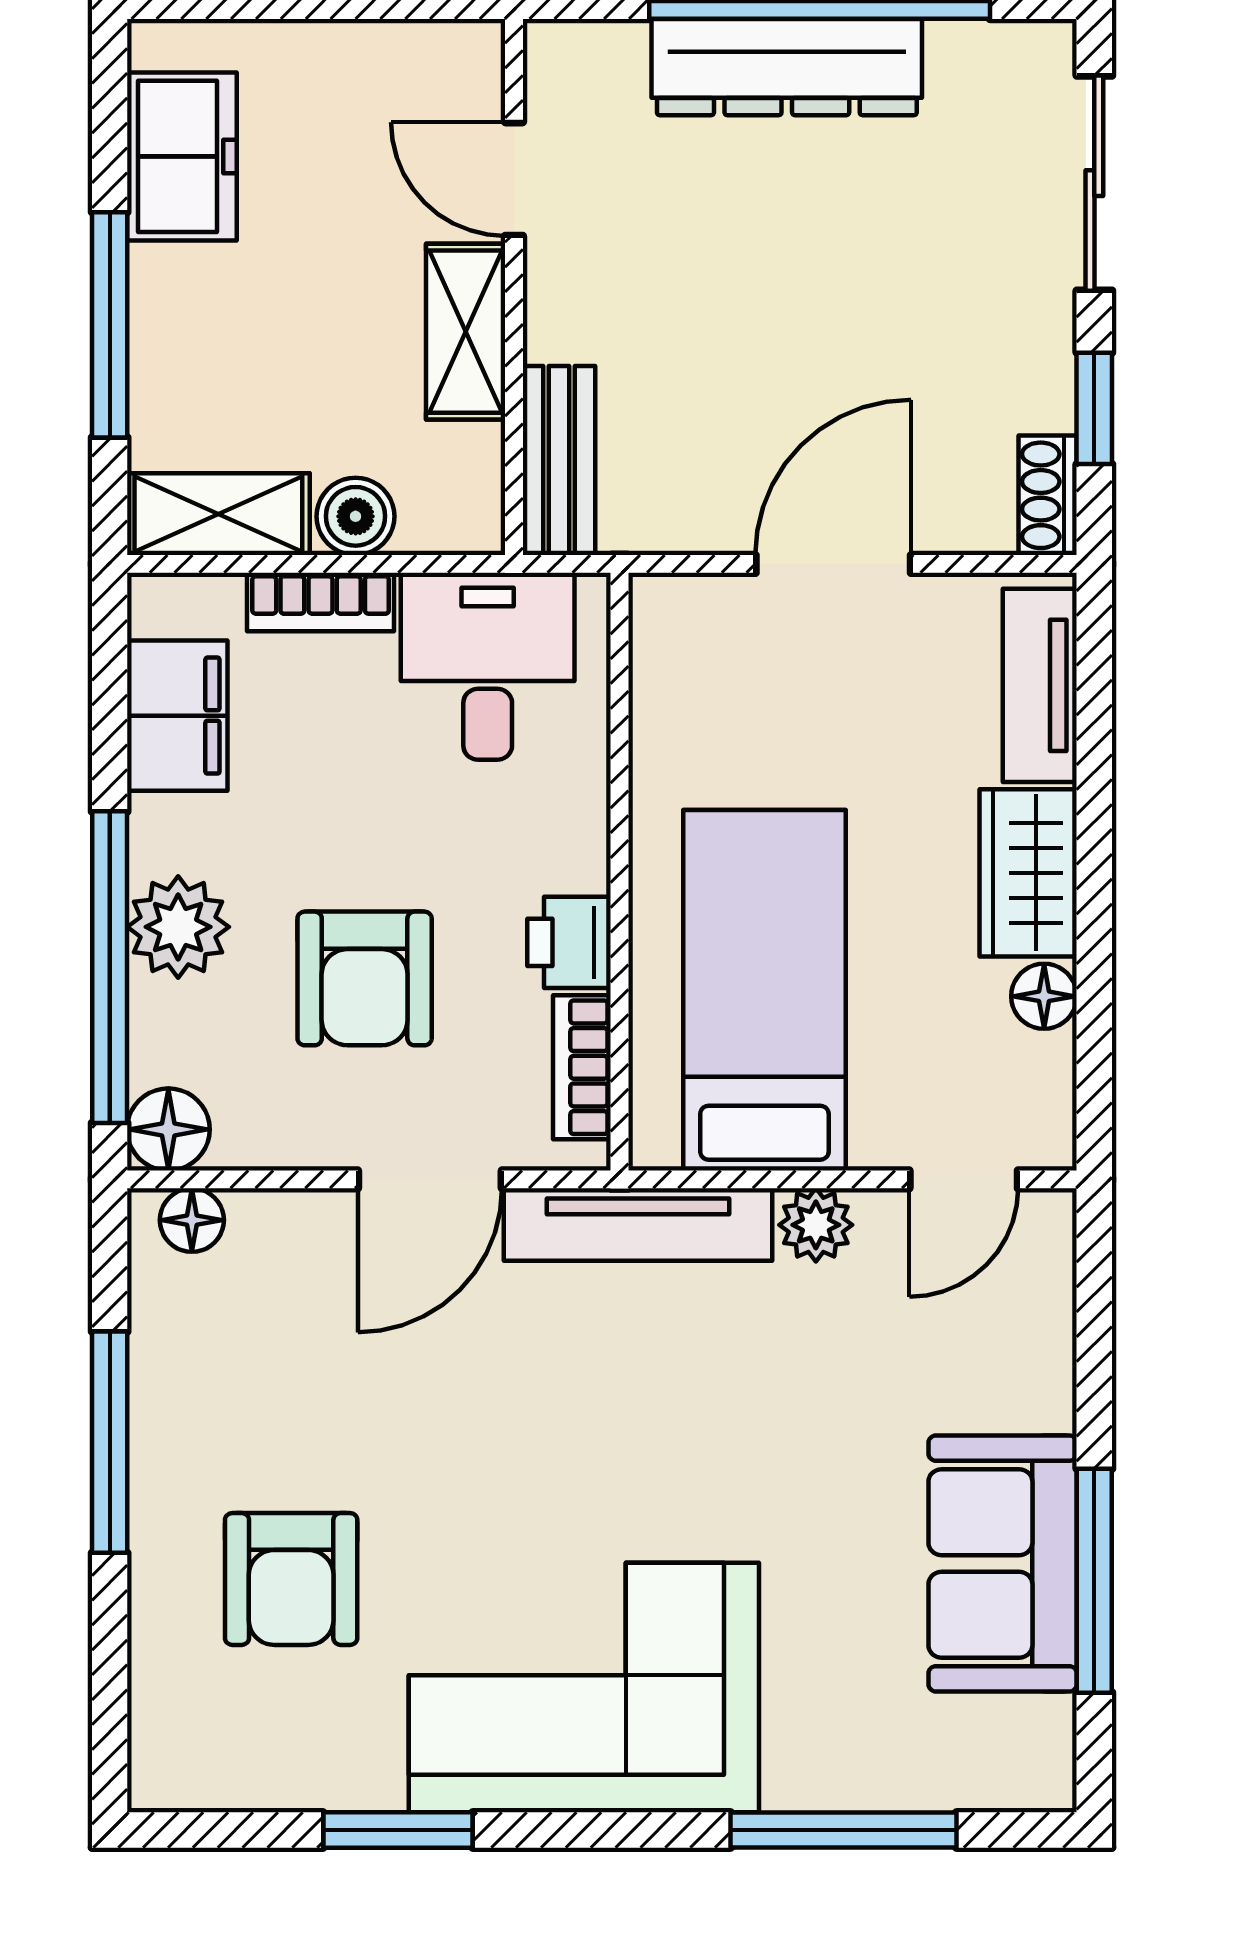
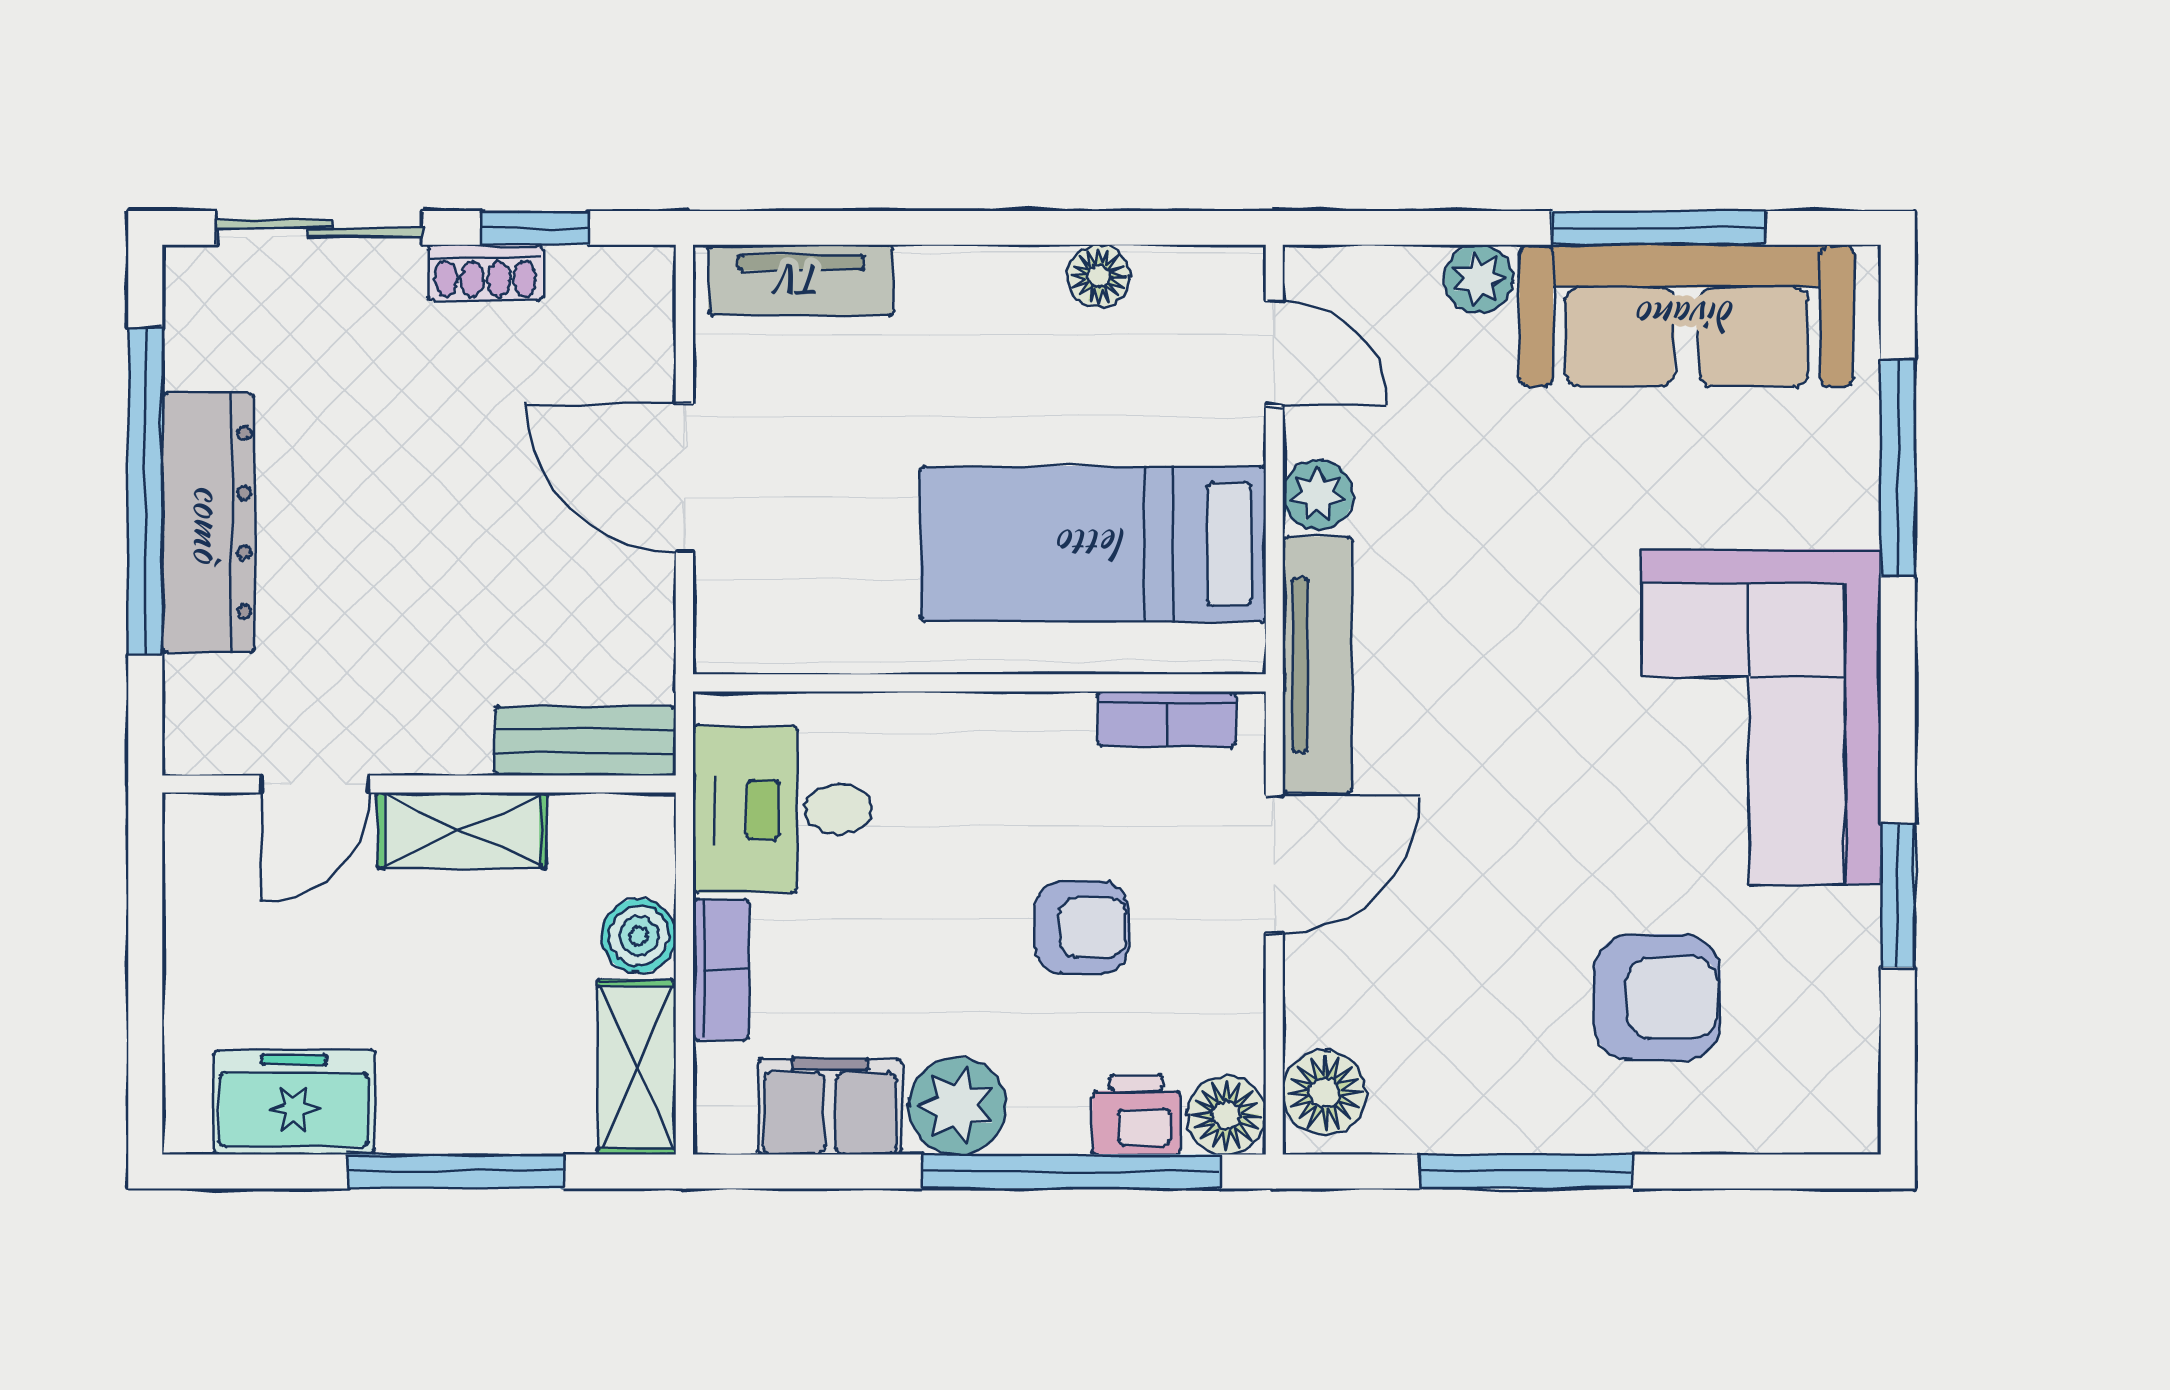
shoe rack: (1048, 495) -> (485, 273), moved
wardrobe: (1028, 873) -> (980, 291), removed
plant: (178, 927) -> (957, 1106), moved
printer: (569, 942) -> (1136, 1115), moved, turned 180
armchair: (365, 978) -> (1082, 927), width x0.72, depth x0.72
door: (430, 1179) -> (1274, 865), hinge flipped
floor lamp: (192, 1220) -> (1325, 1093), width x1.37, depth x1.37
plant: (1041, 1393) -> (1479, 279), added
sofa: (1003, 1563) -> (1687, 316), width x1.36

